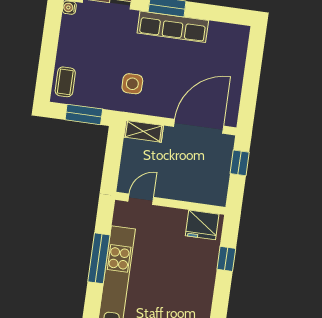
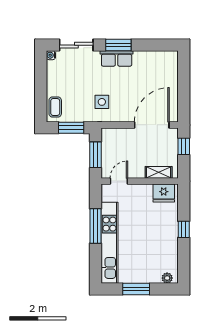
row of seats: (173, 27) -> (117, 58), width x0.68
shelving: (144, 131) -> (159, 172), moved
window: (113, 157) -> (95, 155), added
window: (226, 259) -> (184, 229), moved

